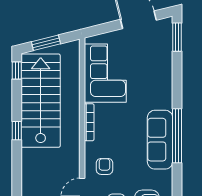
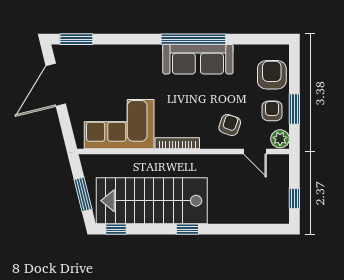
armchair: (105, 166) -> (230, 125), turned 109

